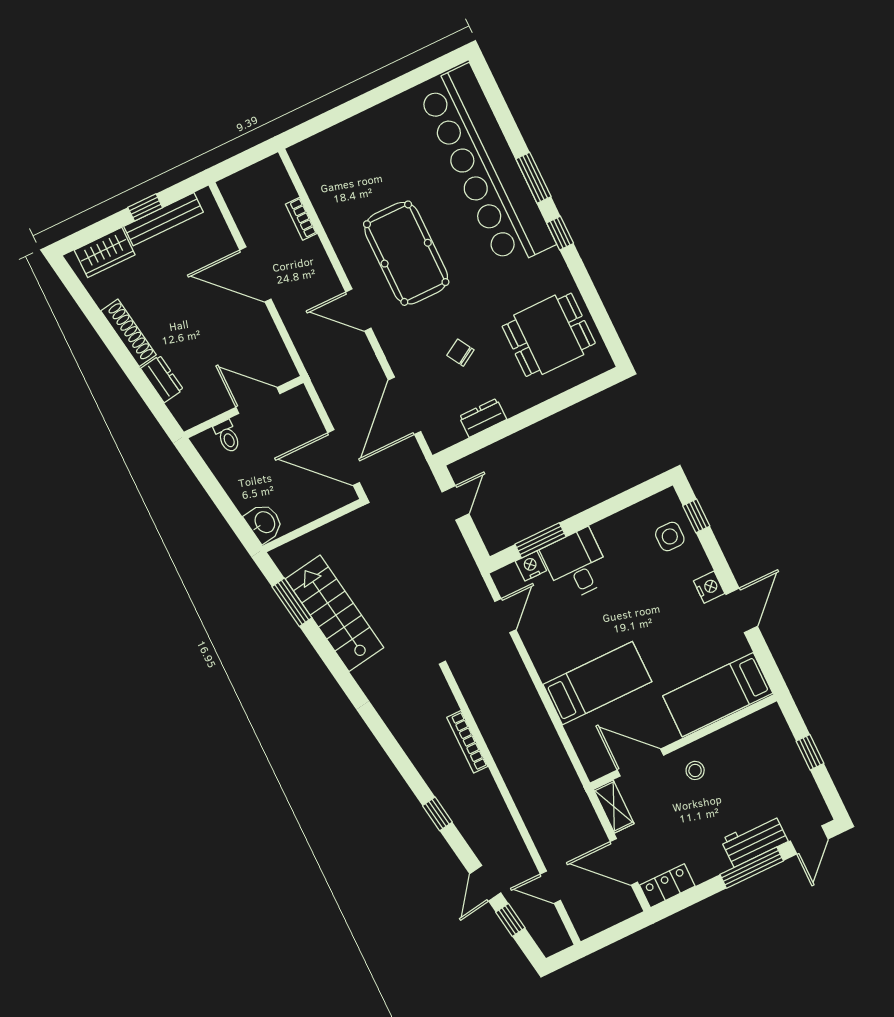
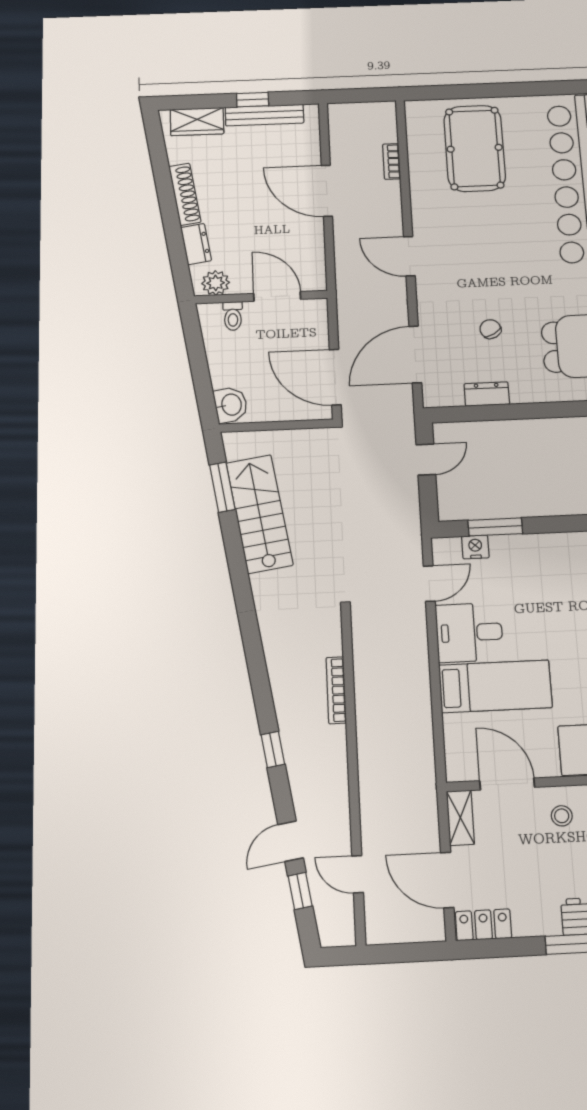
pool table: (406, 253) -> (475, 148), moved
plant: (197, 410) -> (216, 283), added
desk: (576, 565) -> (469, 632), moved, turned -90

